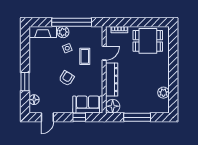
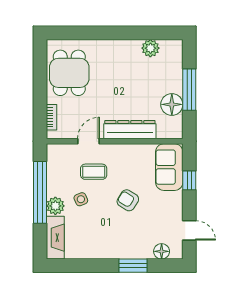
door: (104, 53) -> (89, 141), hinge flipped
floor lamp: (113, 106) -> (172, 104), moved

